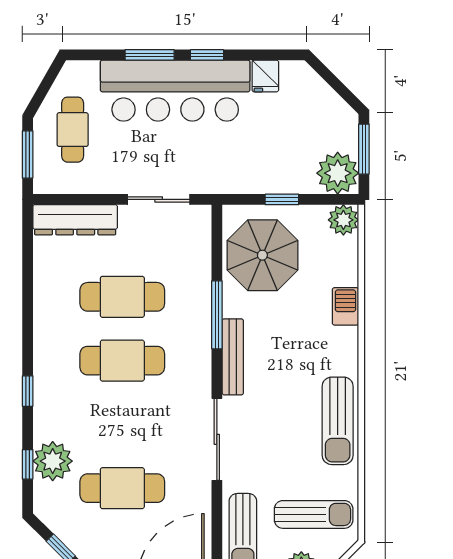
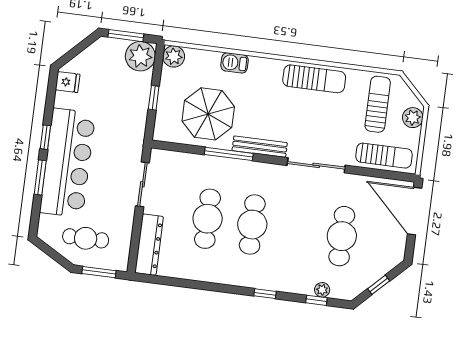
fridge: (265, 76) -> (68, 82), moved
parasol: (262, 255) -> (208, 114), moved
plant: (53, 461) -> (322, 290), width x0.53, depth x0.53

